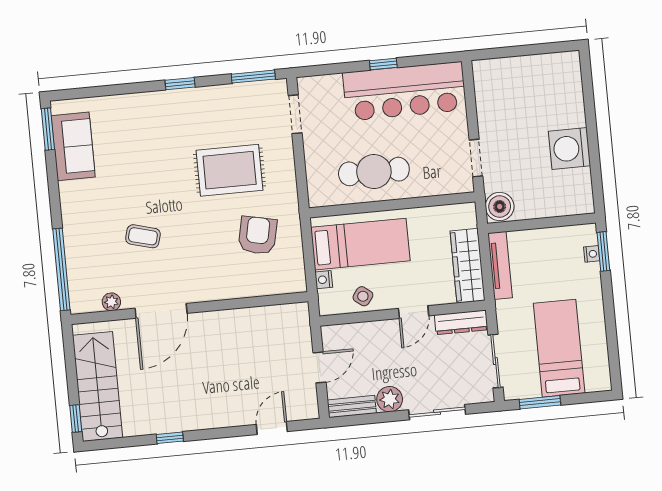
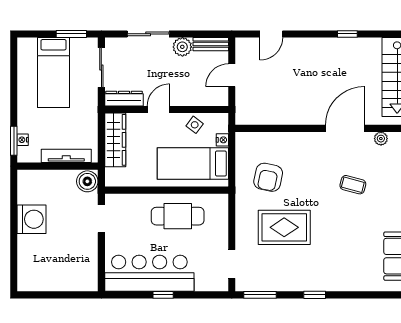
tv unit: (500, 265) -> (66, 156), moved, turned 90

